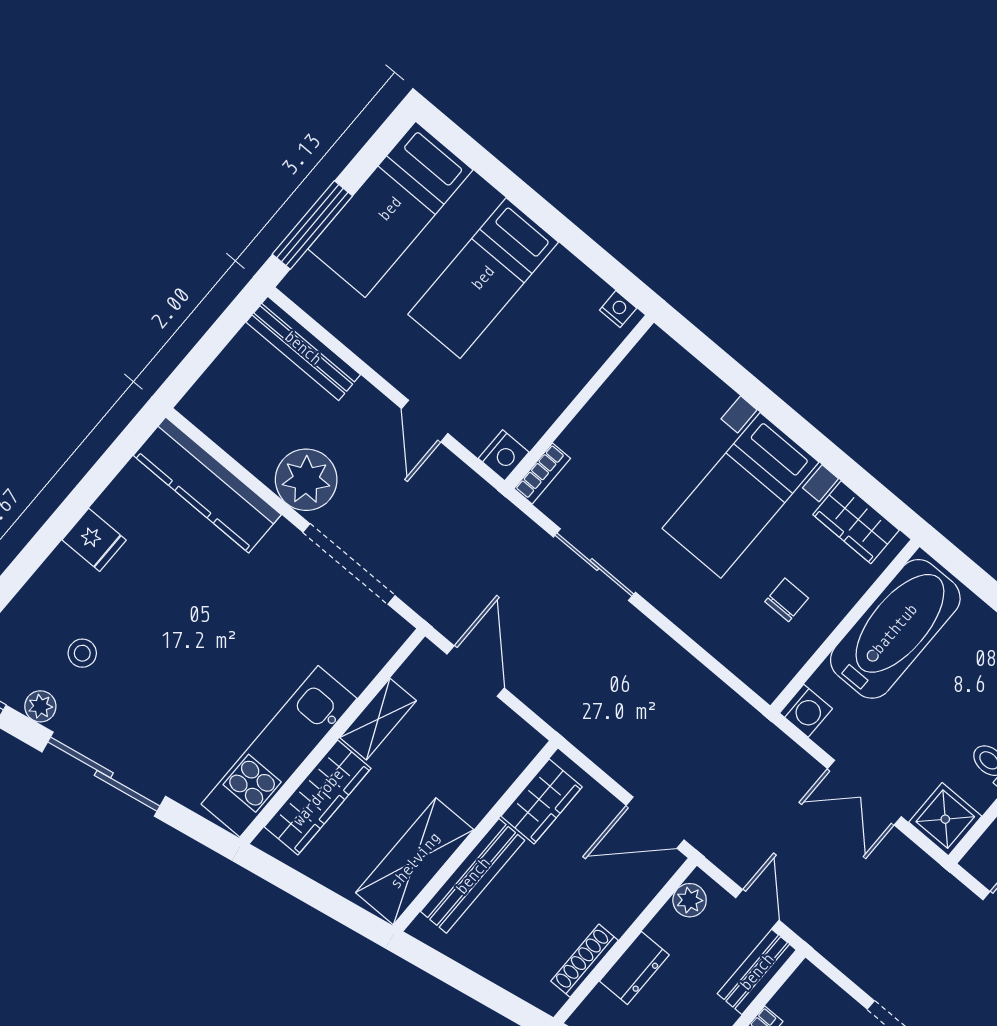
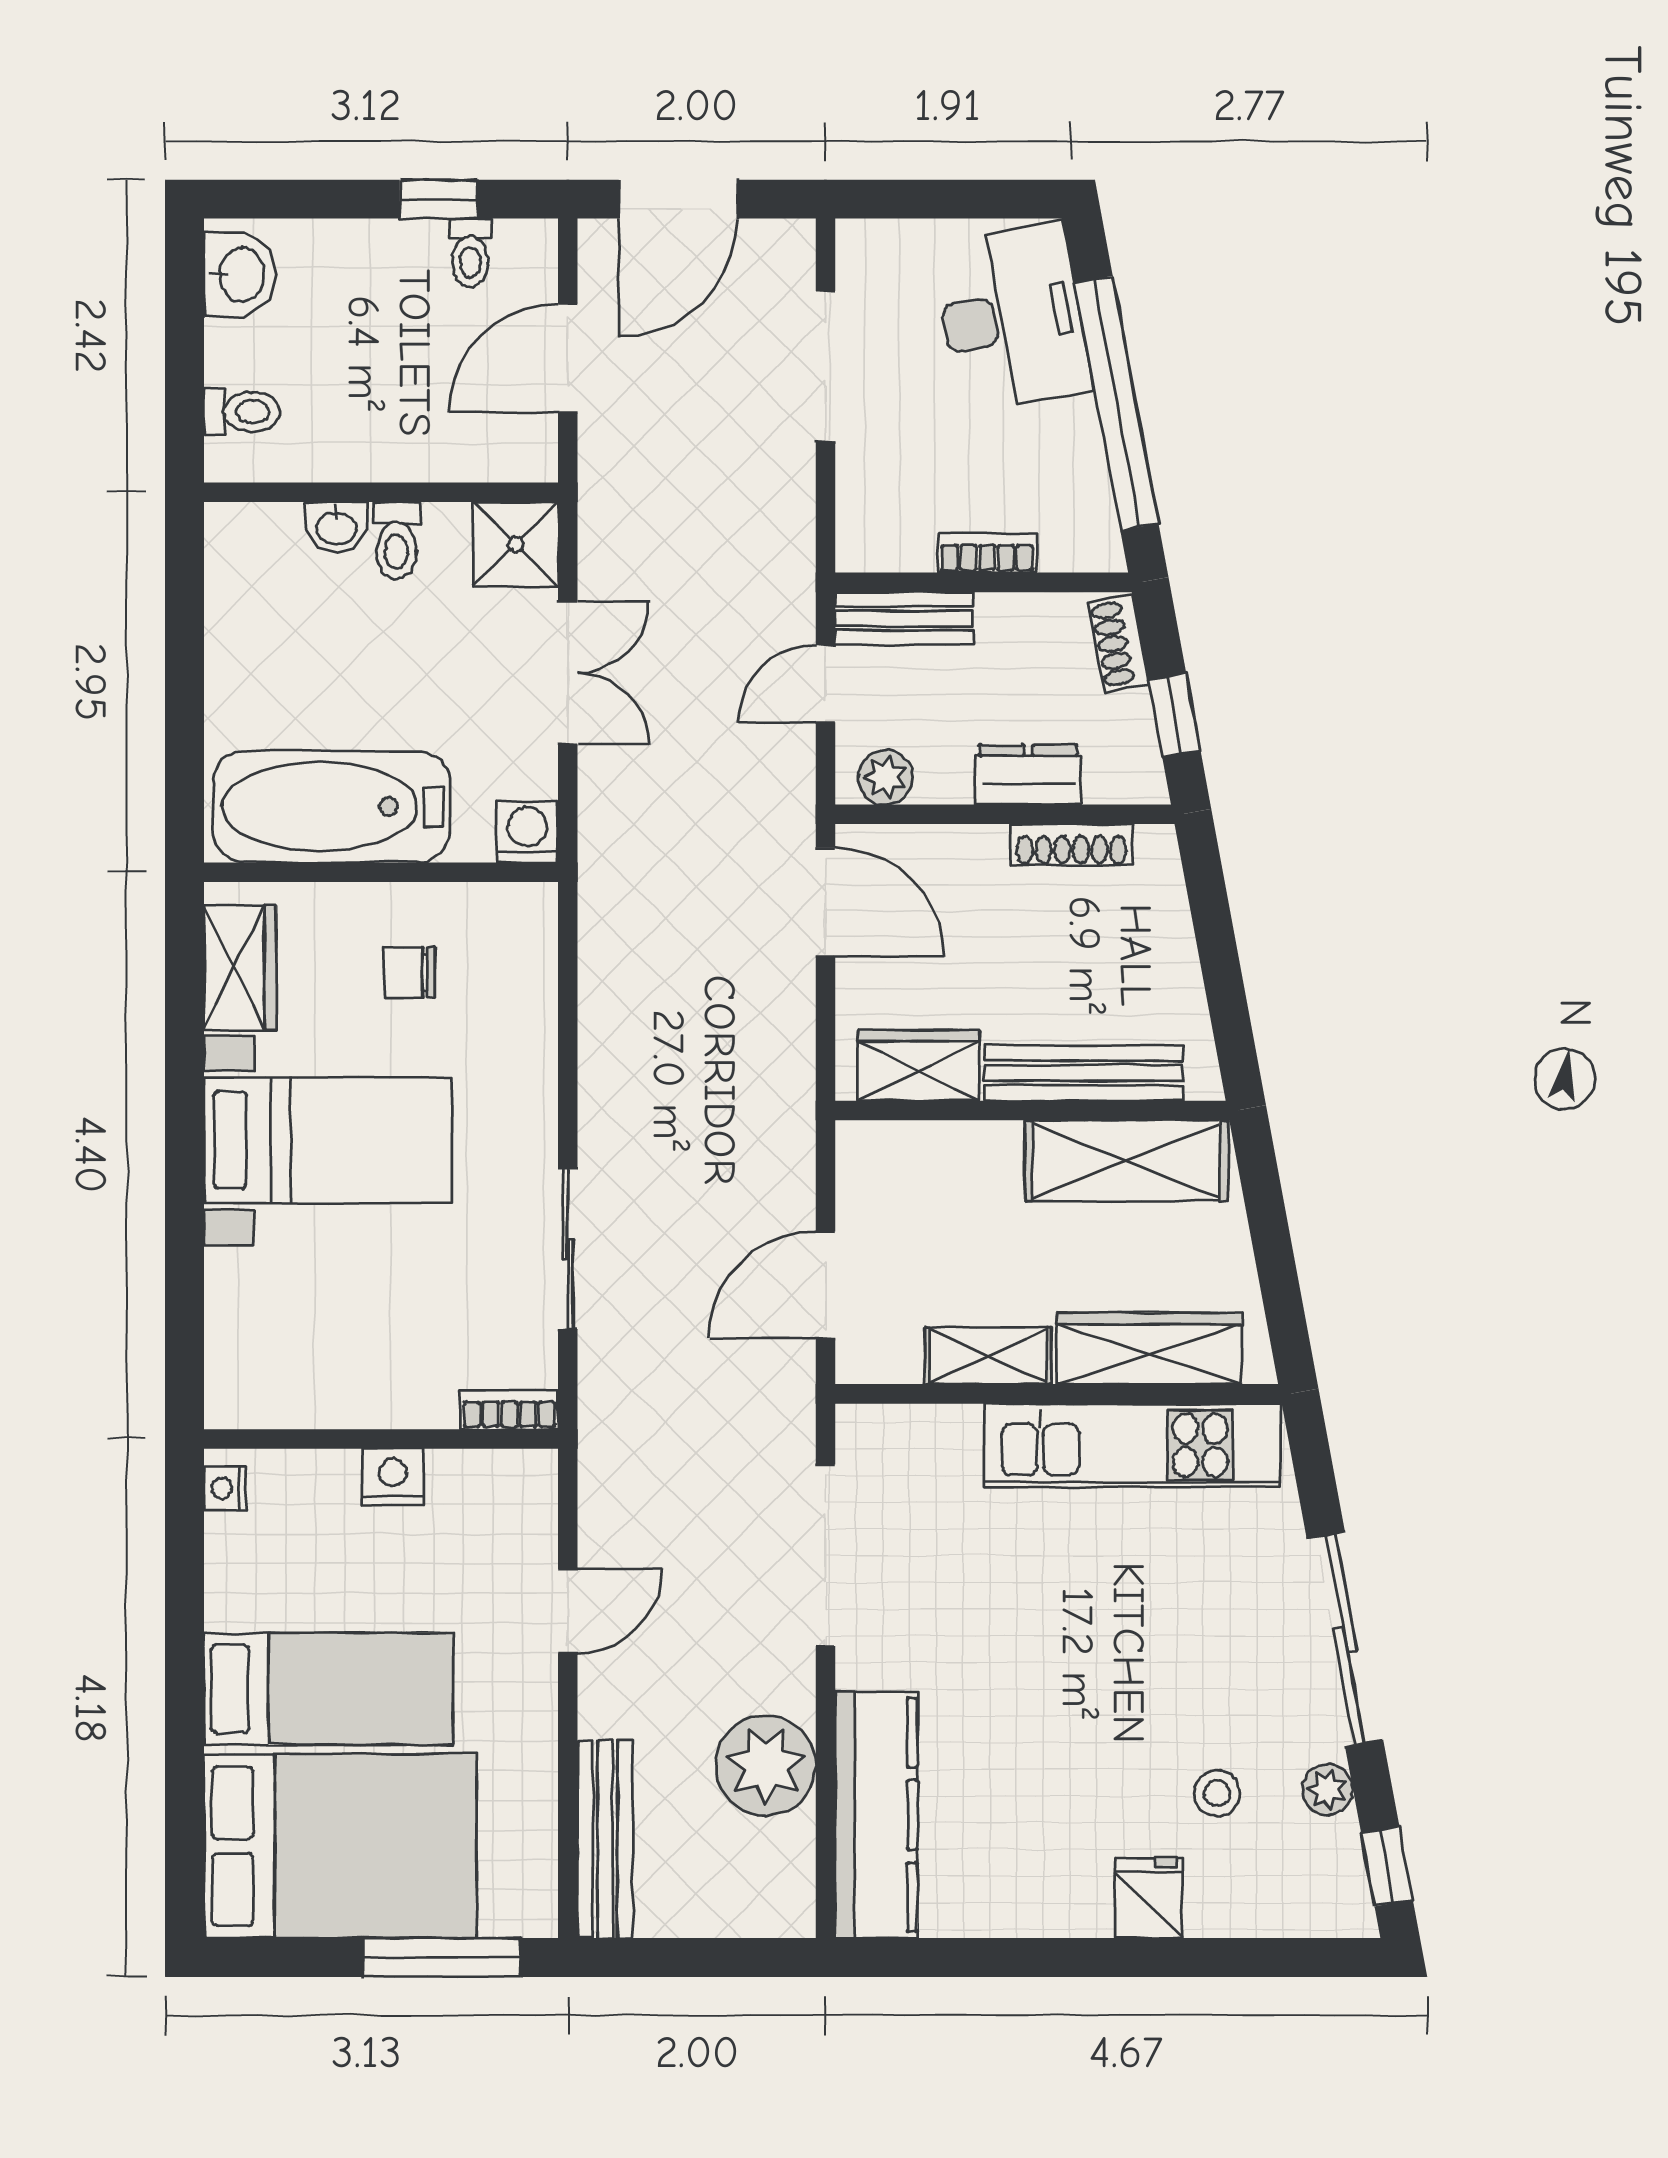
bed: (390, 209) -> (340, 1846), width x1.50
nightstand: (504, 455) -> (393, 1477), moved
plant: (306, 480) -> (766, 1765), moved
fridge: (94, 540) -> (1148, 1898), moved

